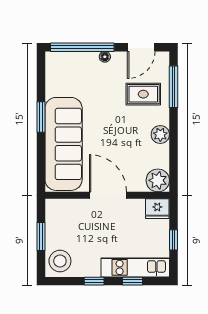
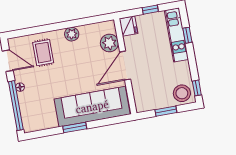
window: (173, 87) -> (33, 31), removed
plant: (158, 180) -> (109, 43), moved
window: (94, 281) -> (197, 88), moved

